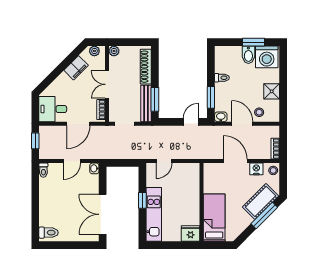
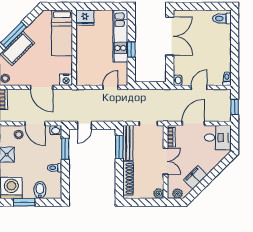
bidet: (248, 55) -> (40, 190), moved
nightstand: (256, 169) -> (66, 80), moved

